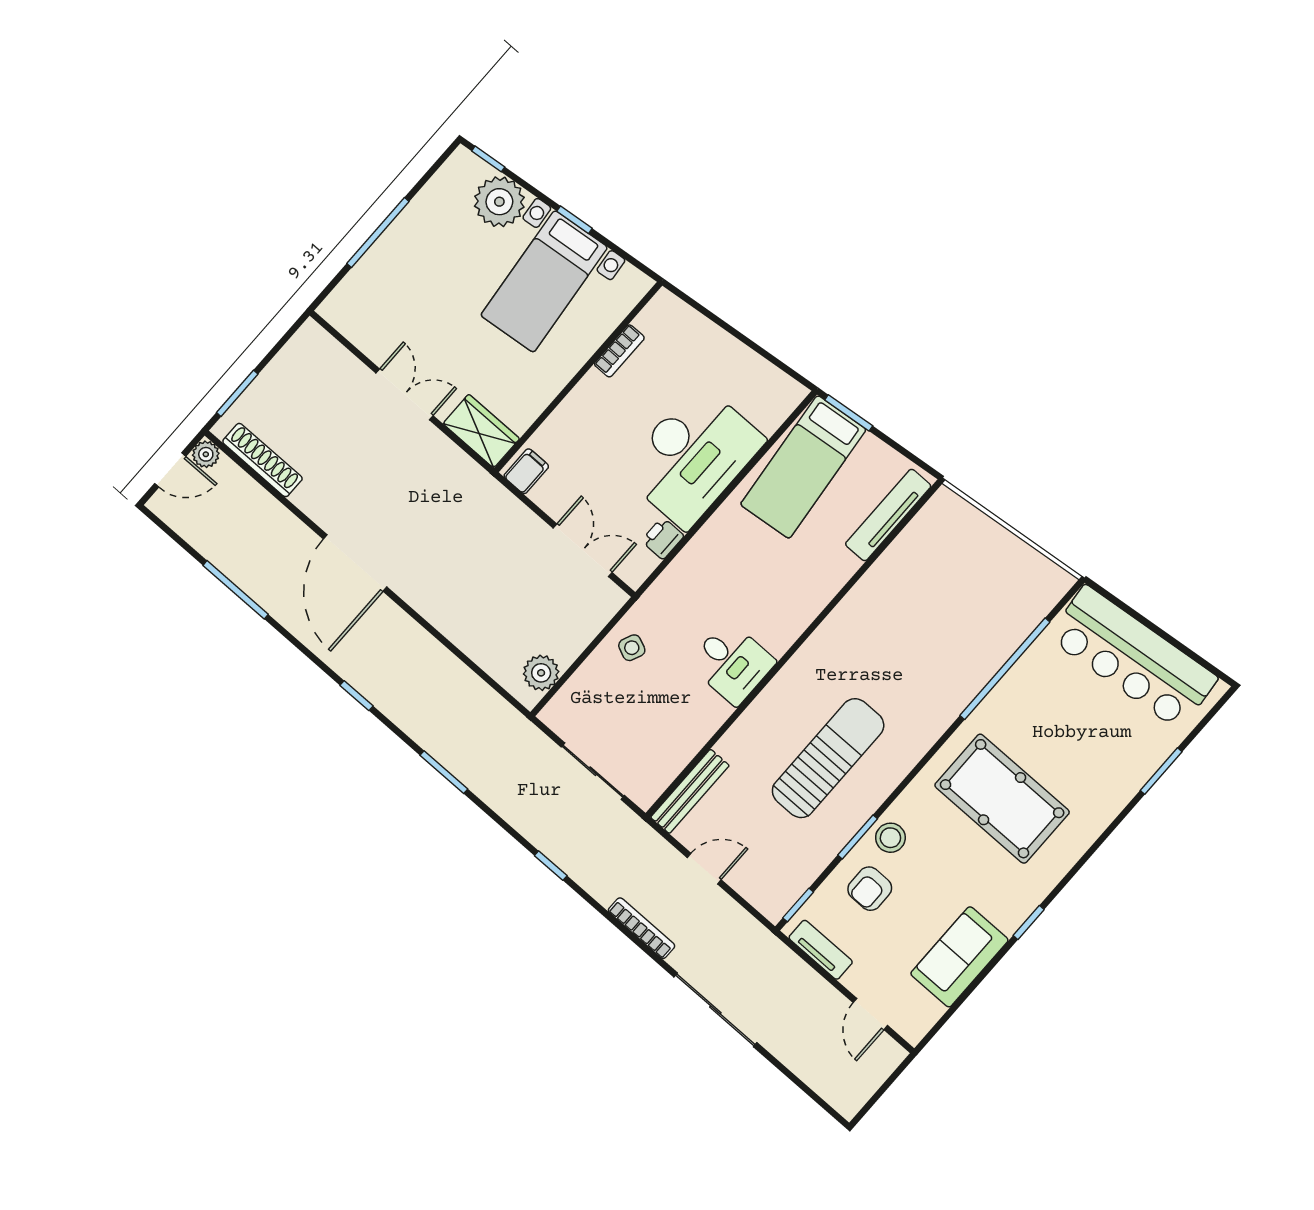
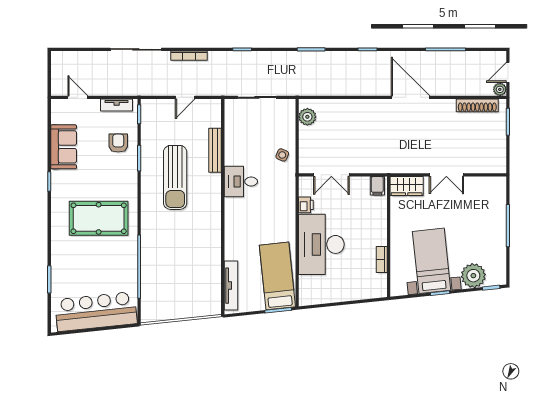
bench: (690, 791) -> (215, 150), moved
stool: (890, 838) -> (127, 168), removed

